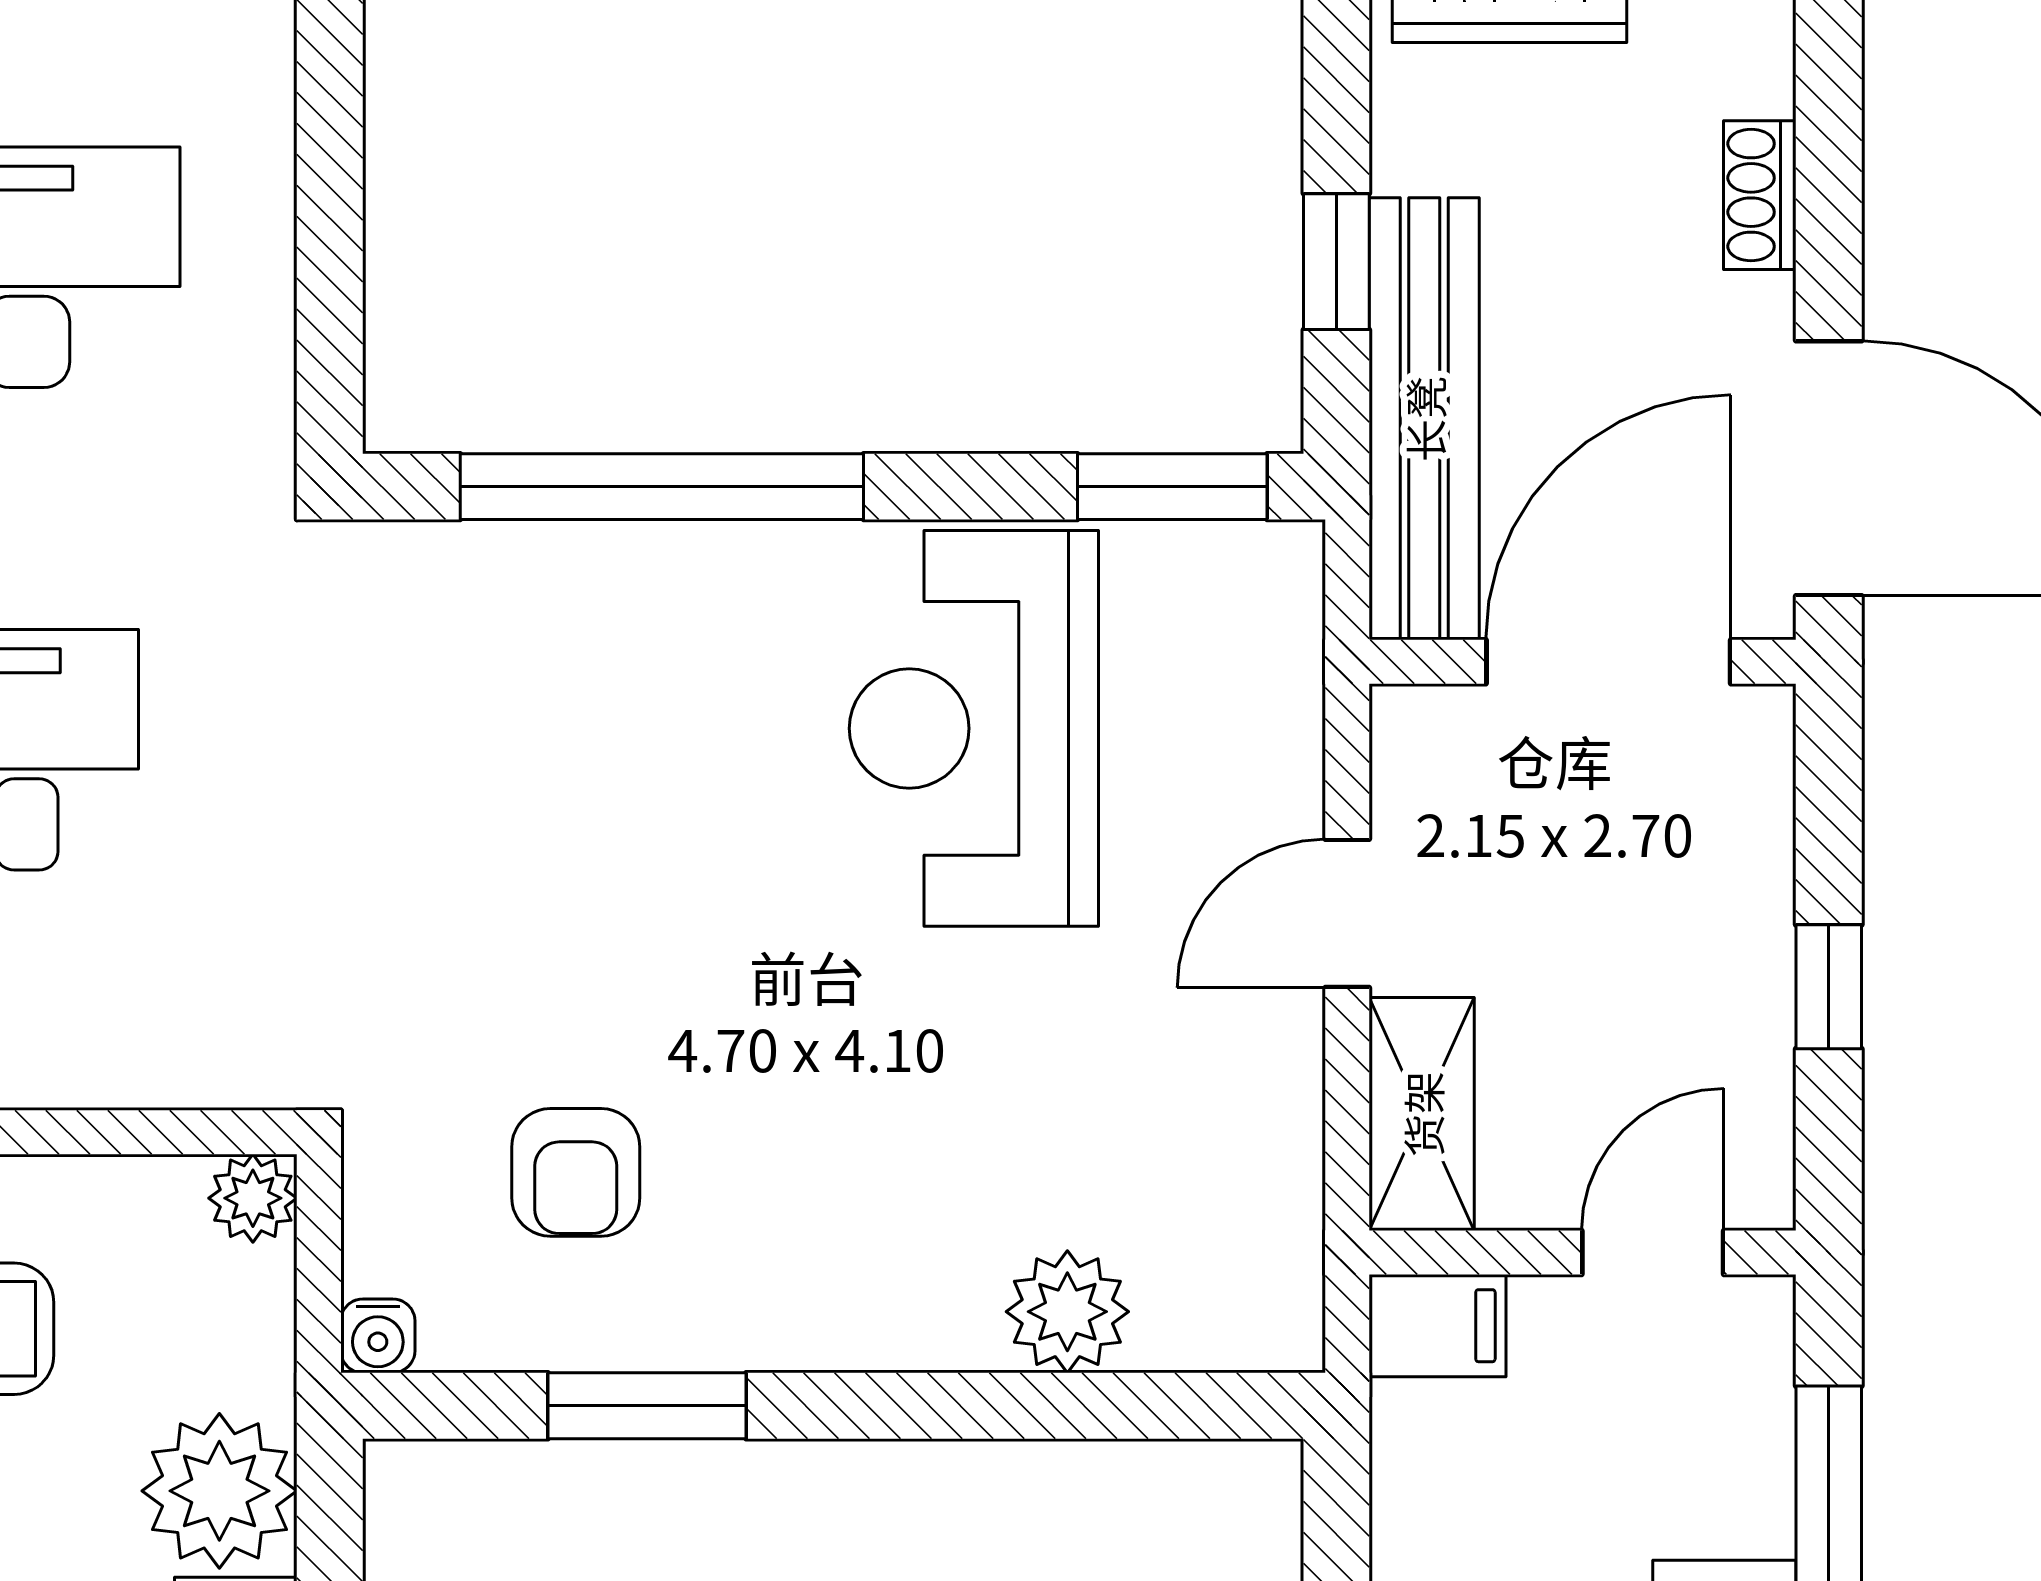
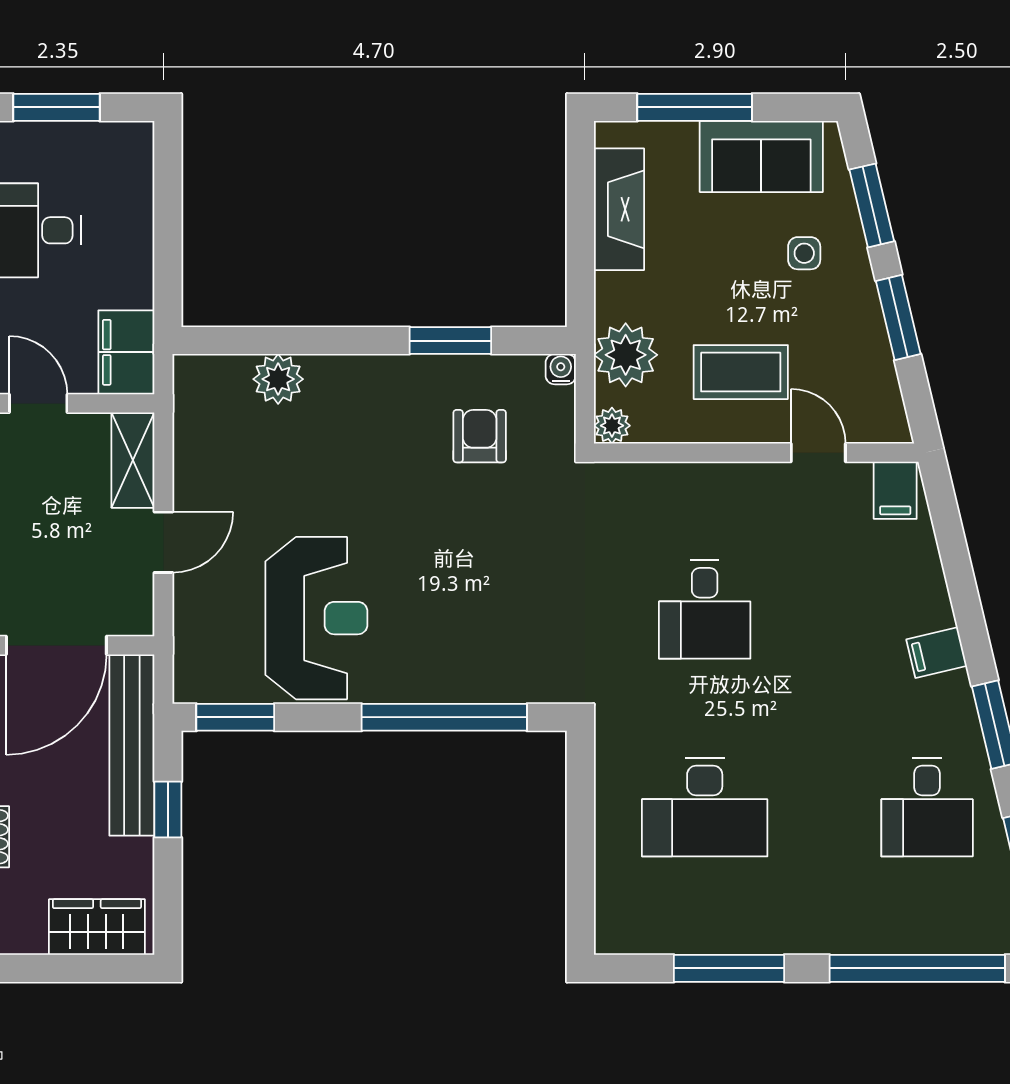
door: (1653, 1253) -> (38, 403), swing flipped
filing cabinet: (1438, 1326) -> (126, 352), width x2.00
plant: (219, 1491) -> (626, 355), moved

